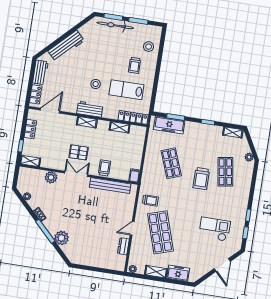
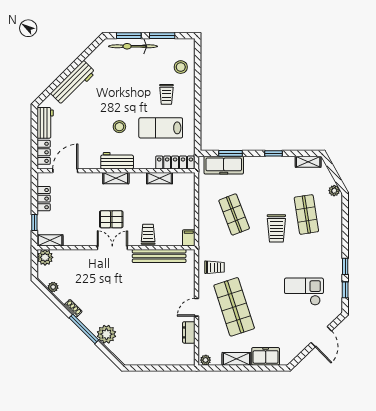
plant: (51, 177) -> (45, 257), moved

